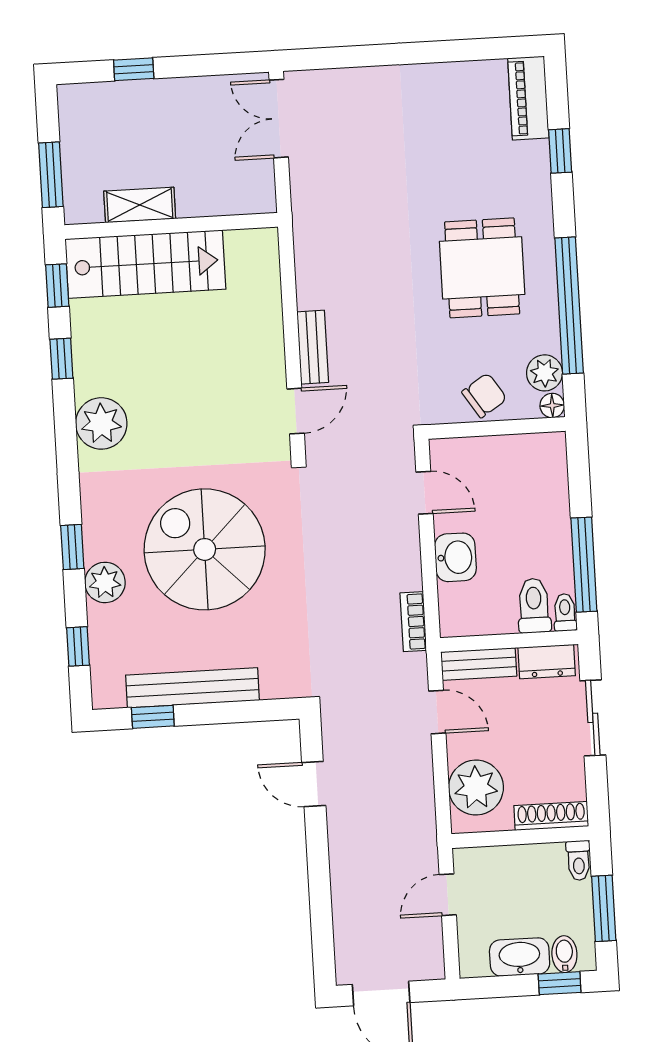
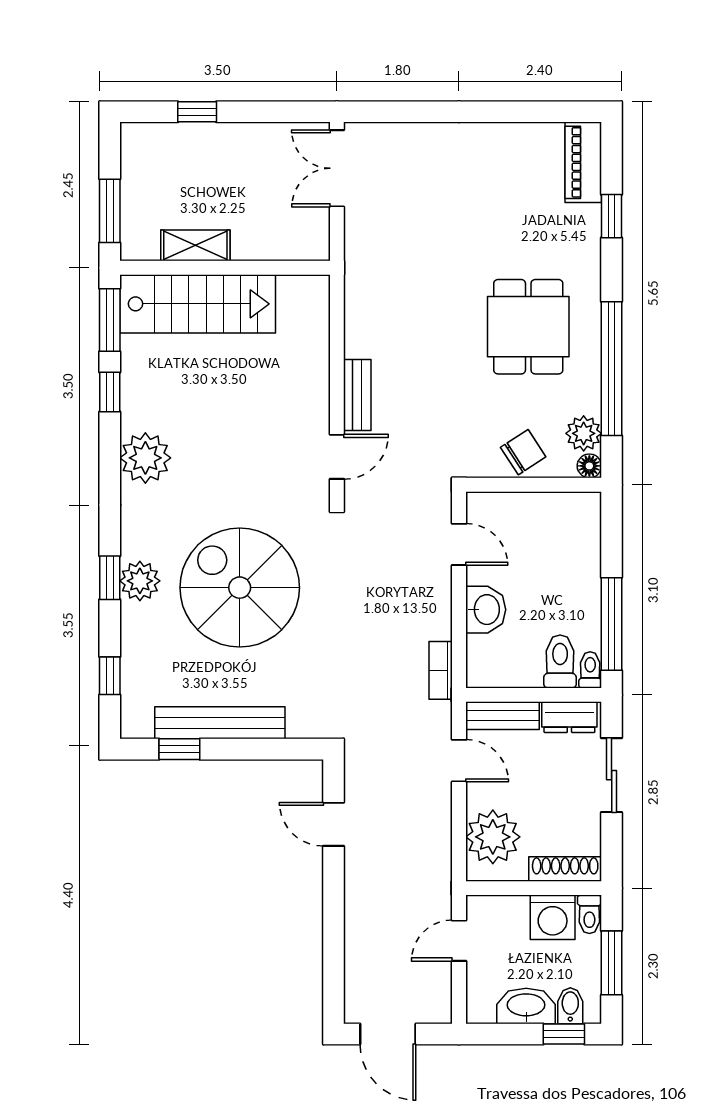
window: (57, 286) -> (110, 320), width x1.50
plant: (105, 582) -> (140, 581), moved
washing machine: (541, 865) -> (553, 917), added

